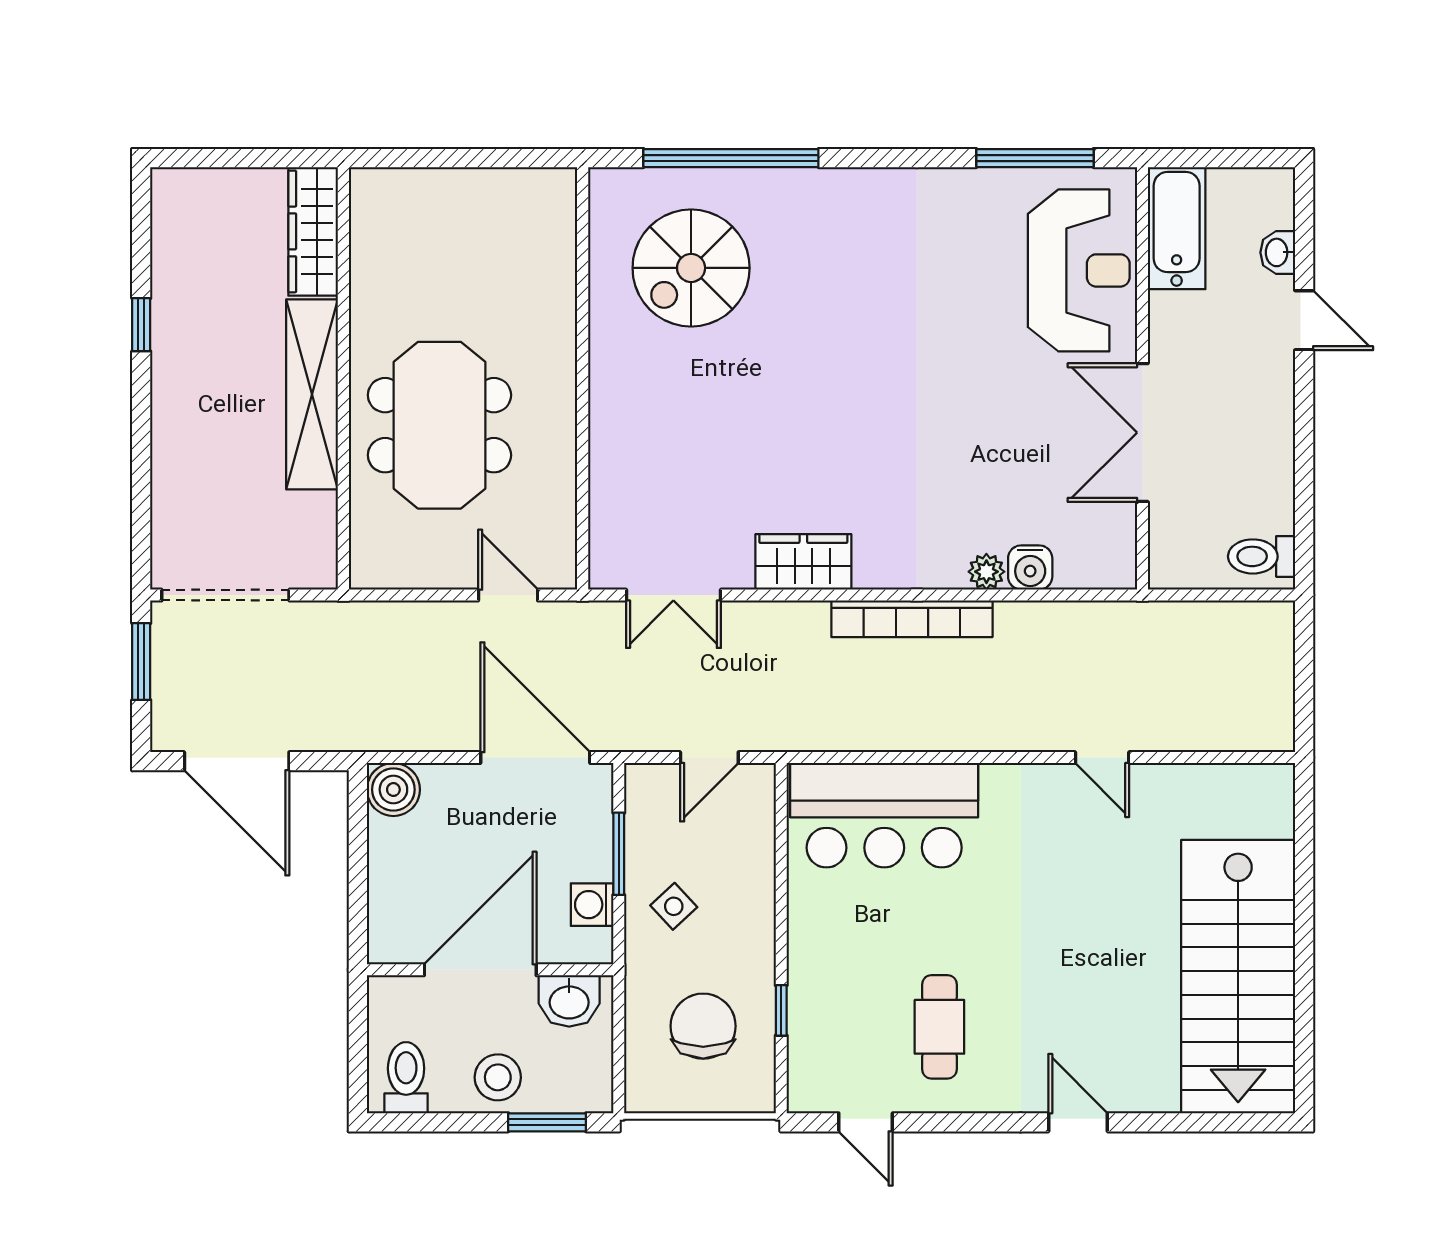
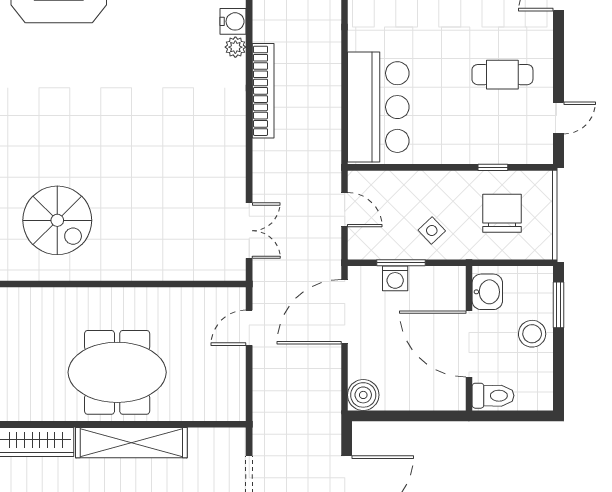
meeting table: (439, 425) -> (117, 372), moved
wardrobe: (803, 562) -> (230, 154), removed
washing machine: (592, 905) -> (395, 278), moved
chair: (703, 1026) -> (502, 213), turned 90
toilet: (406, 1078) -> (493, 396), moved, turned 180

